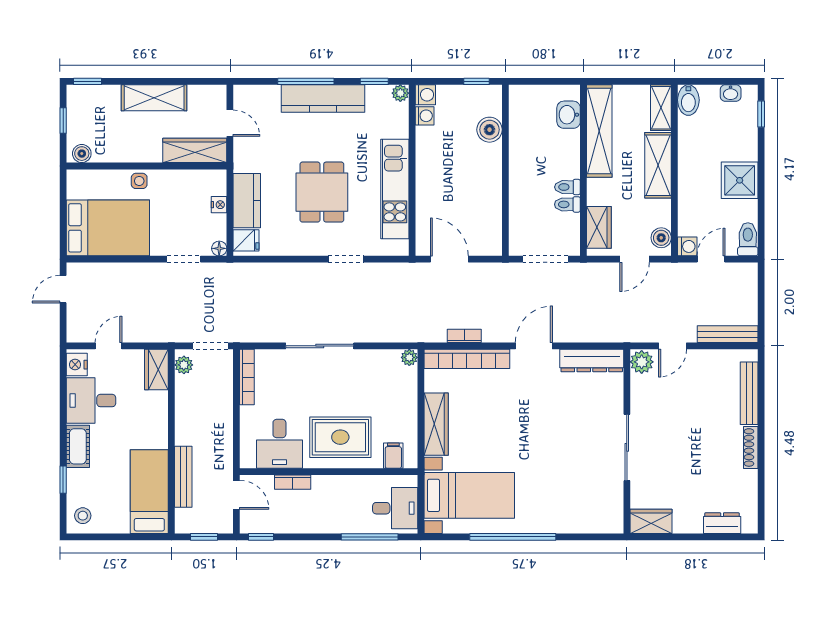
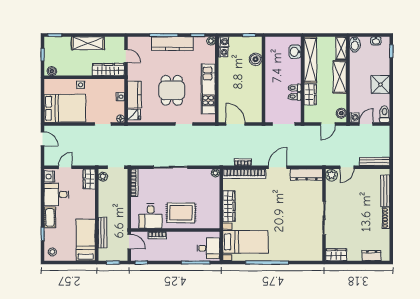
wardrobe: (599, 227) -> (310, 94), moved
door: (63, 289) -> (43, 139), swing flipped
filing cabinet: (393, 456) -> (207, 222), removed

